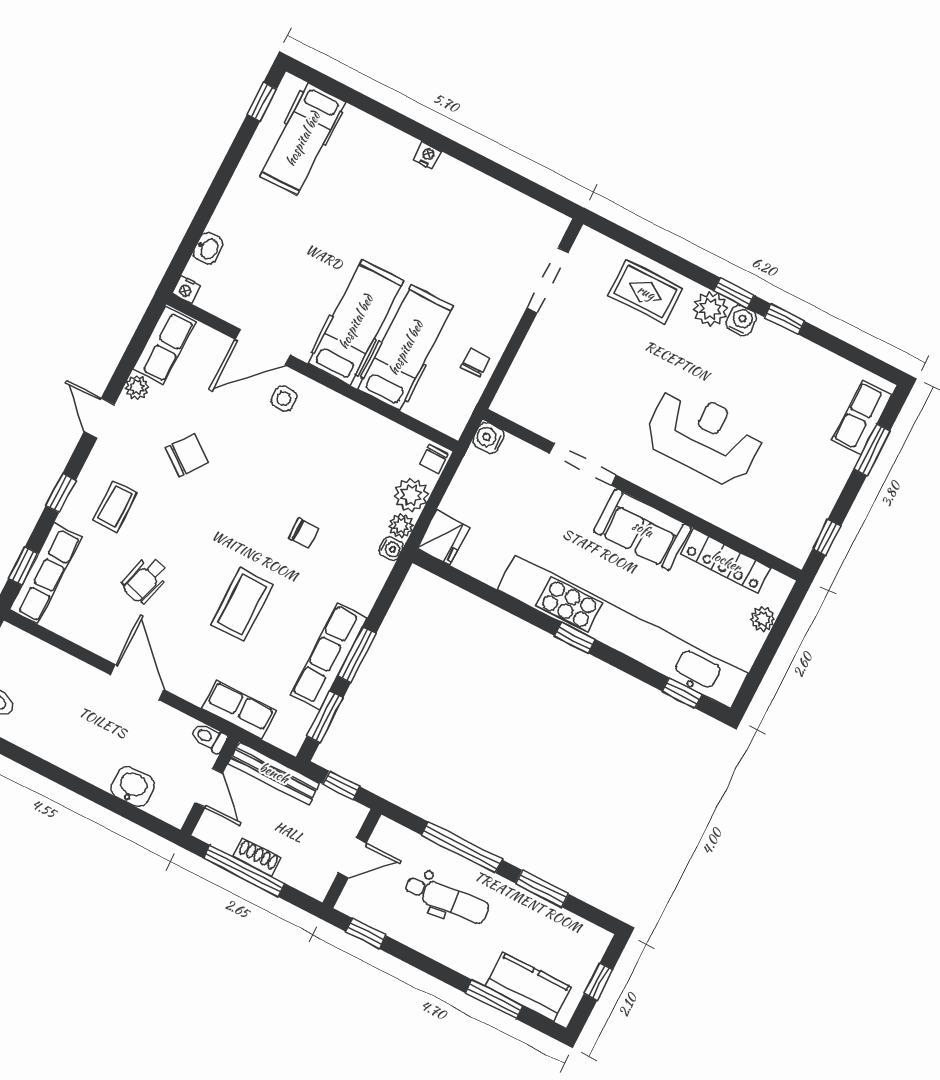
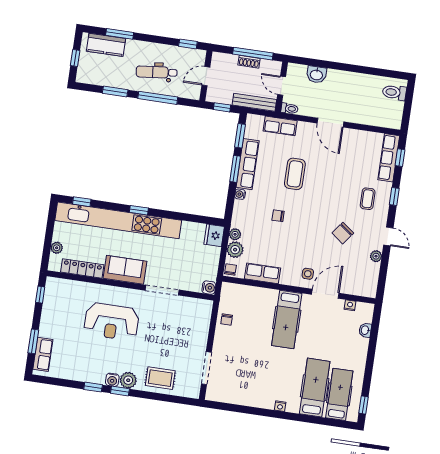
nightstand: (186, 289) -> (350, 305), moved
row of seats: (164, 345) -> (262, 273), moved, turned 90
hospital bed: (406, 348) -> (315, 388), moved, turned 180
water cooler: (391, 549) -> (240, 194), moved
wheelchair: (145, 580) -> (343, 170), removed

